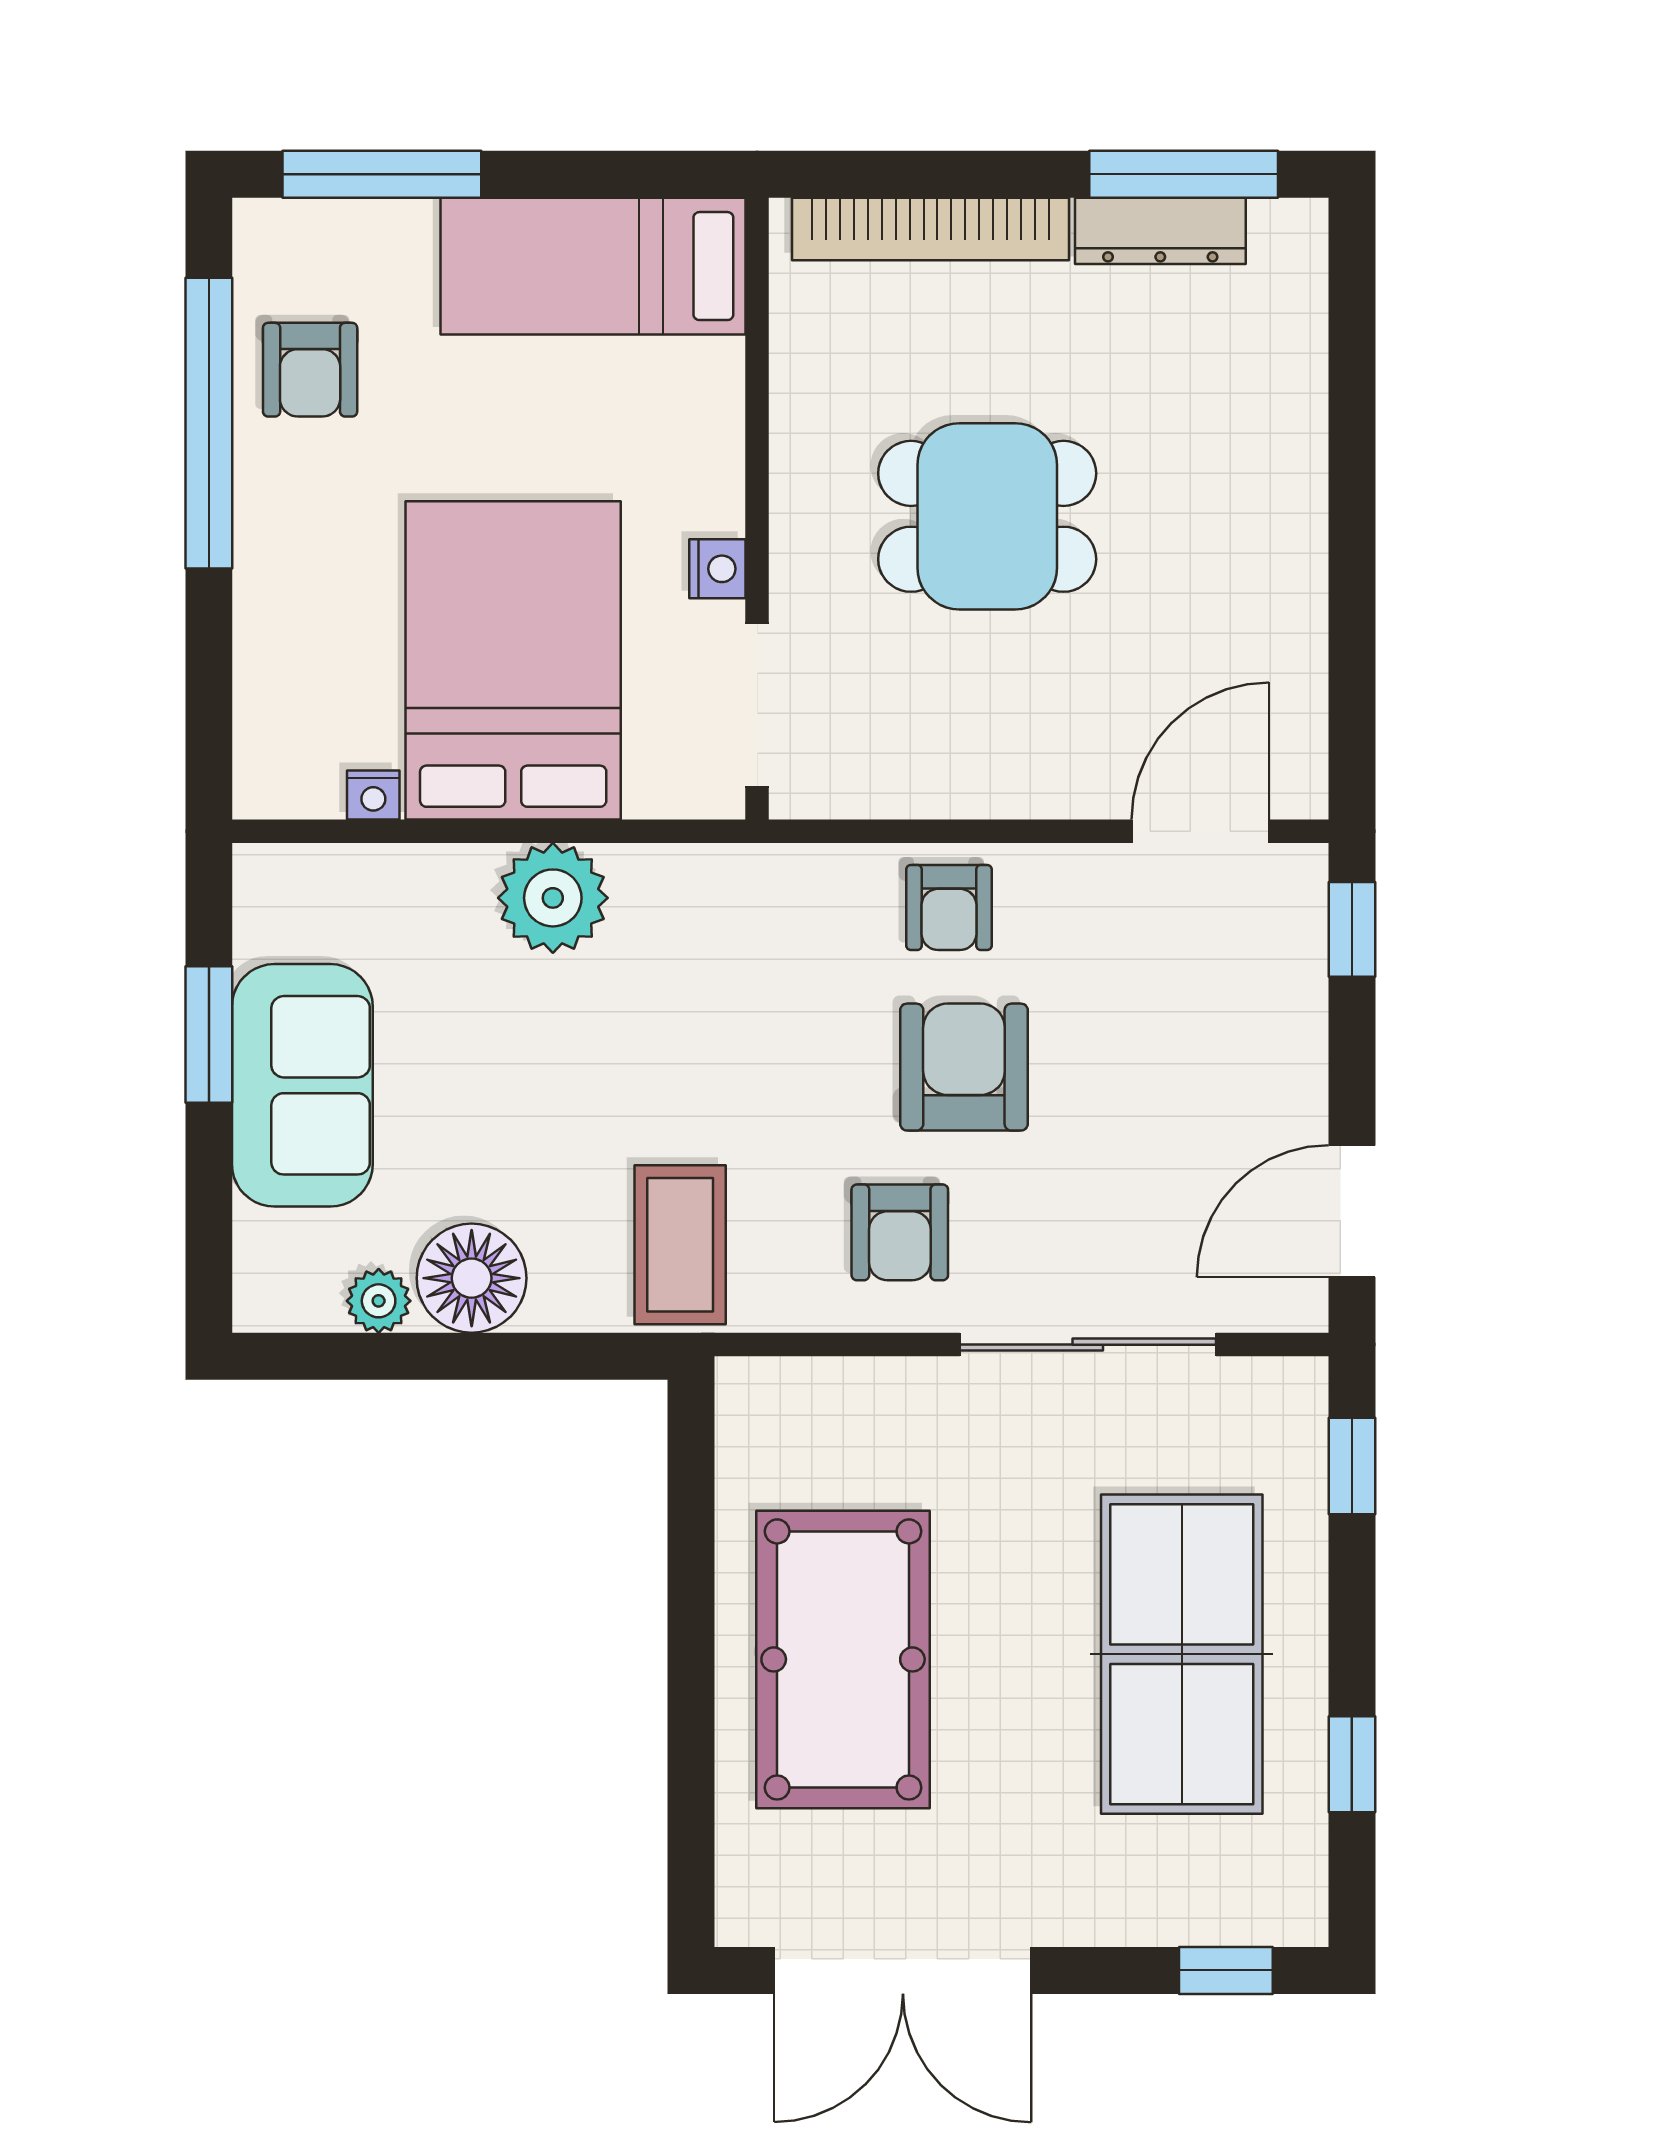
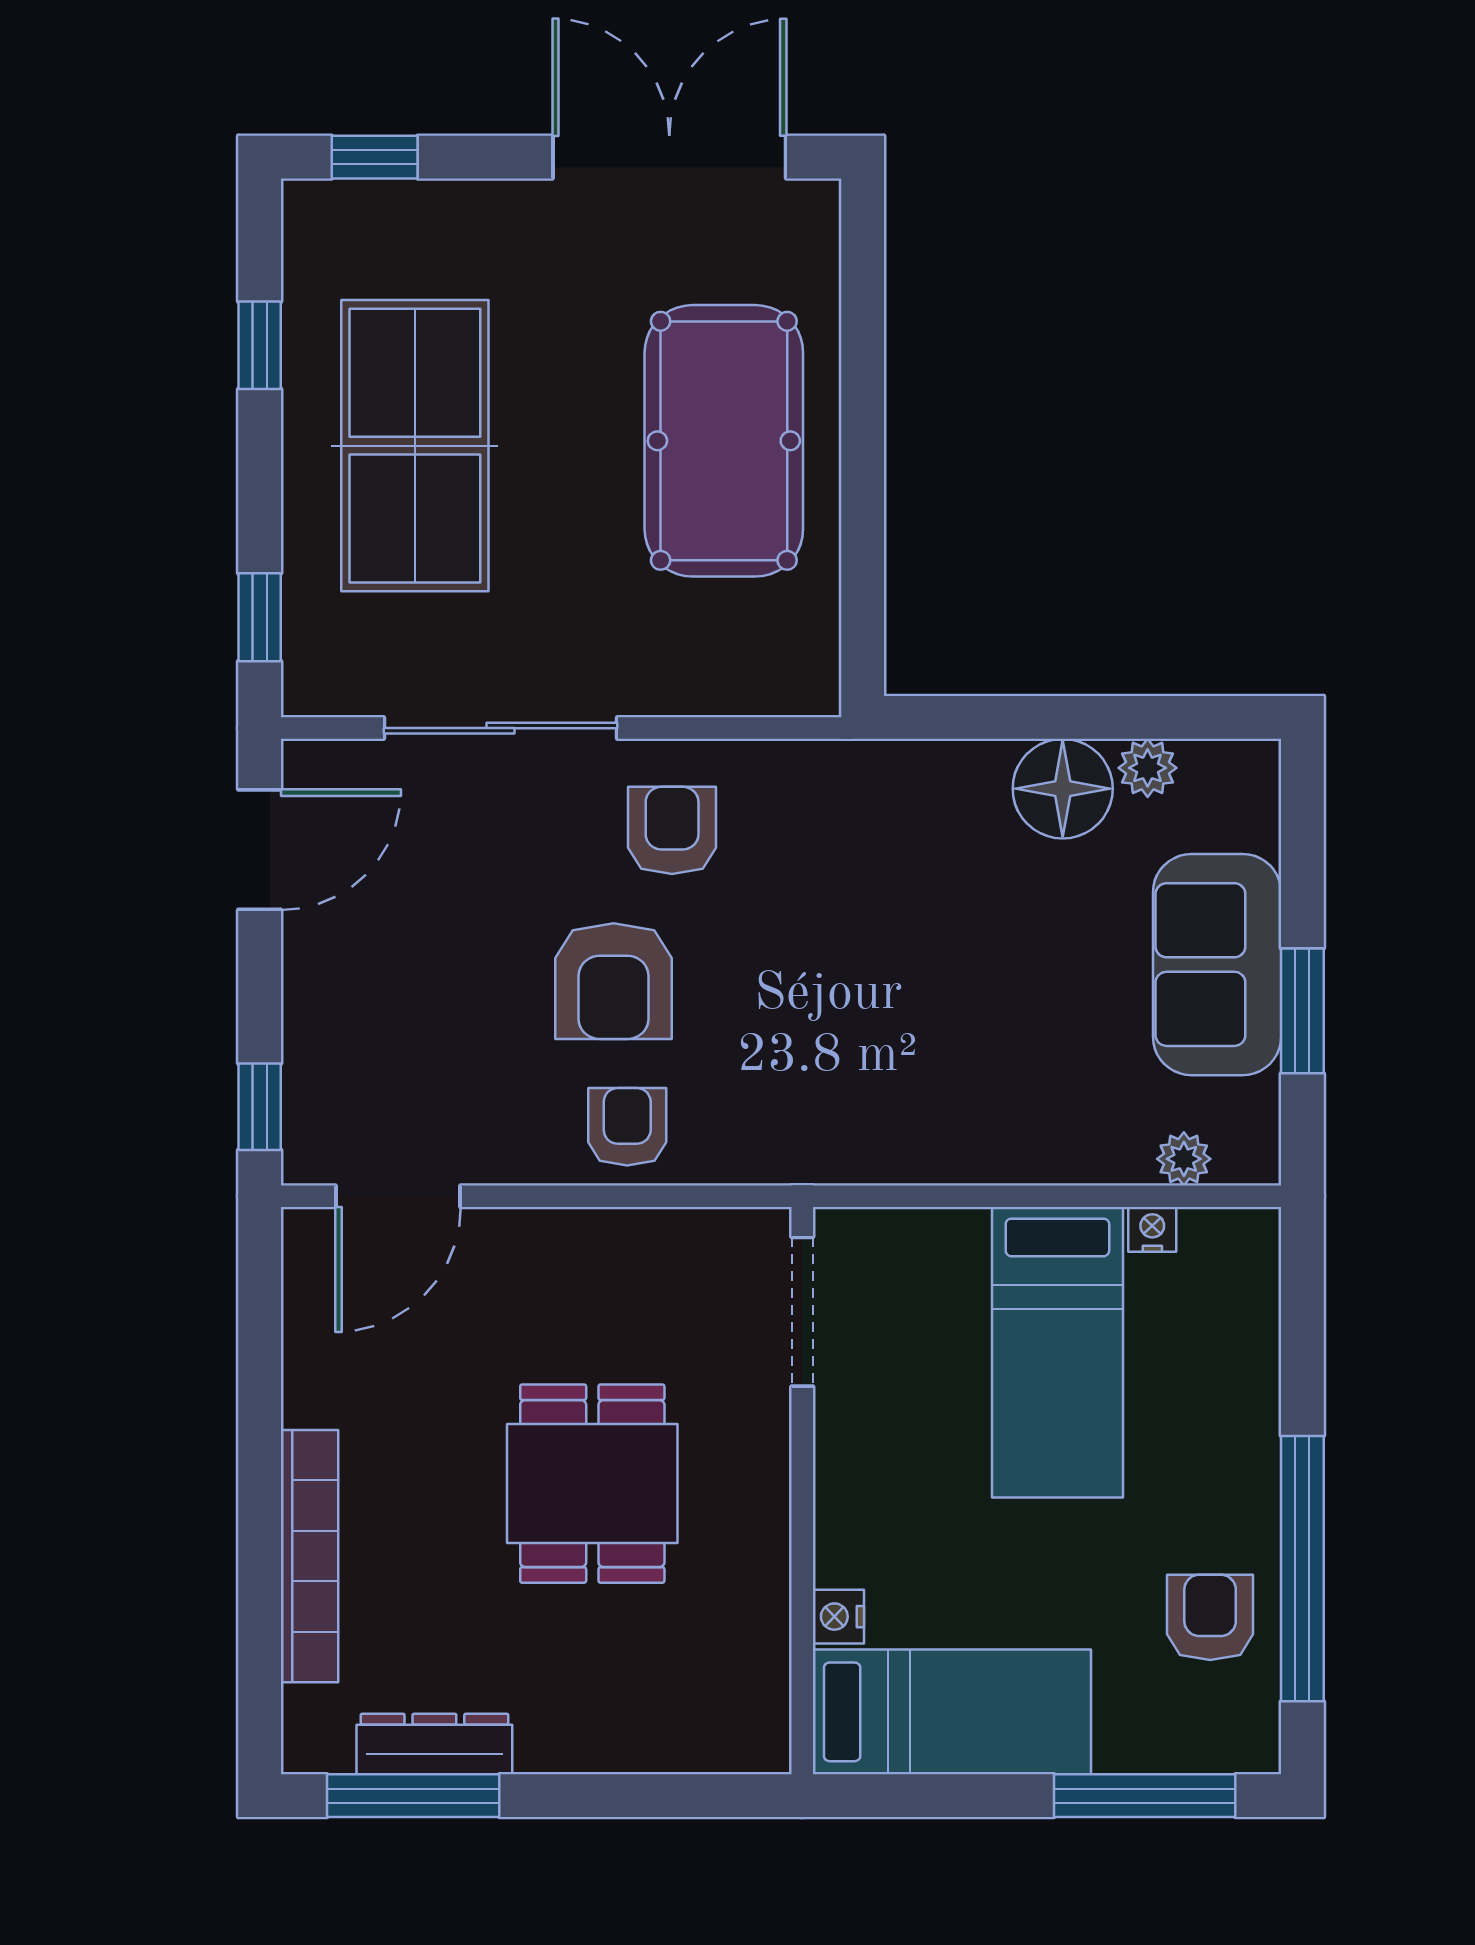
bookcase: (930, 229) -> (310, 1556), moved, turned 90
dining table: (987, 516) -> (592, 1484), turned 90
nightstand: (717, 569) -> (838, 1617), moved
bed: (513, 660) -> (1057, 1352), width x0.67
plant: (553, 898) -> (1184, 1159), moved, width x0.53, depth x0.53
coffee table: (680, 1245) -> (872, 819), removed

